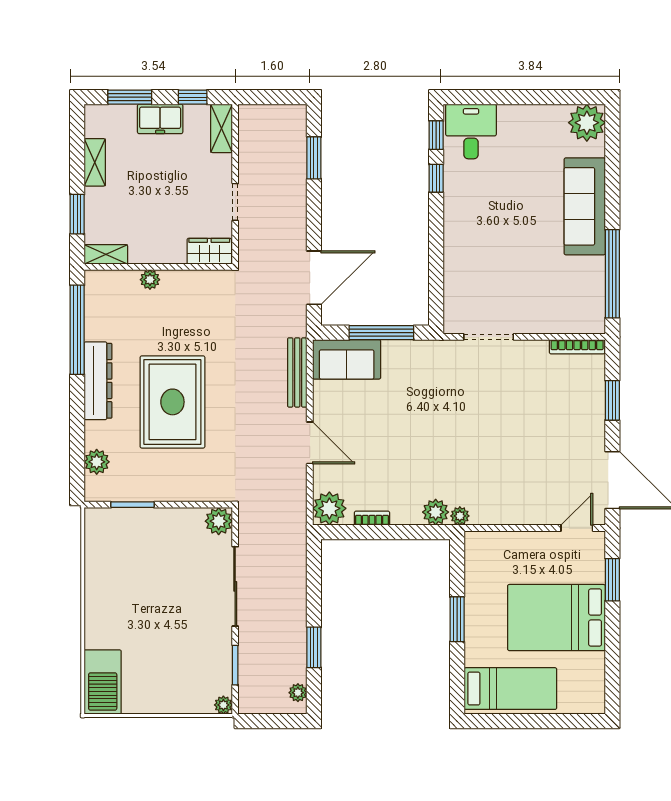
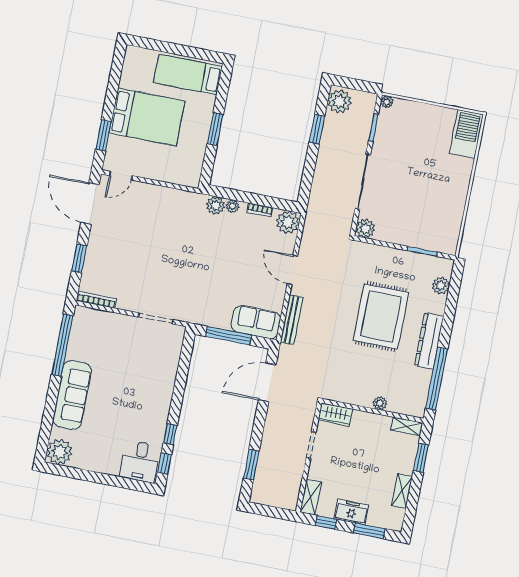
plant: (460, 516) -> (233, 206), moved
plant: (298, 693) -> (340, 101), width x1.88, depth x1.88

